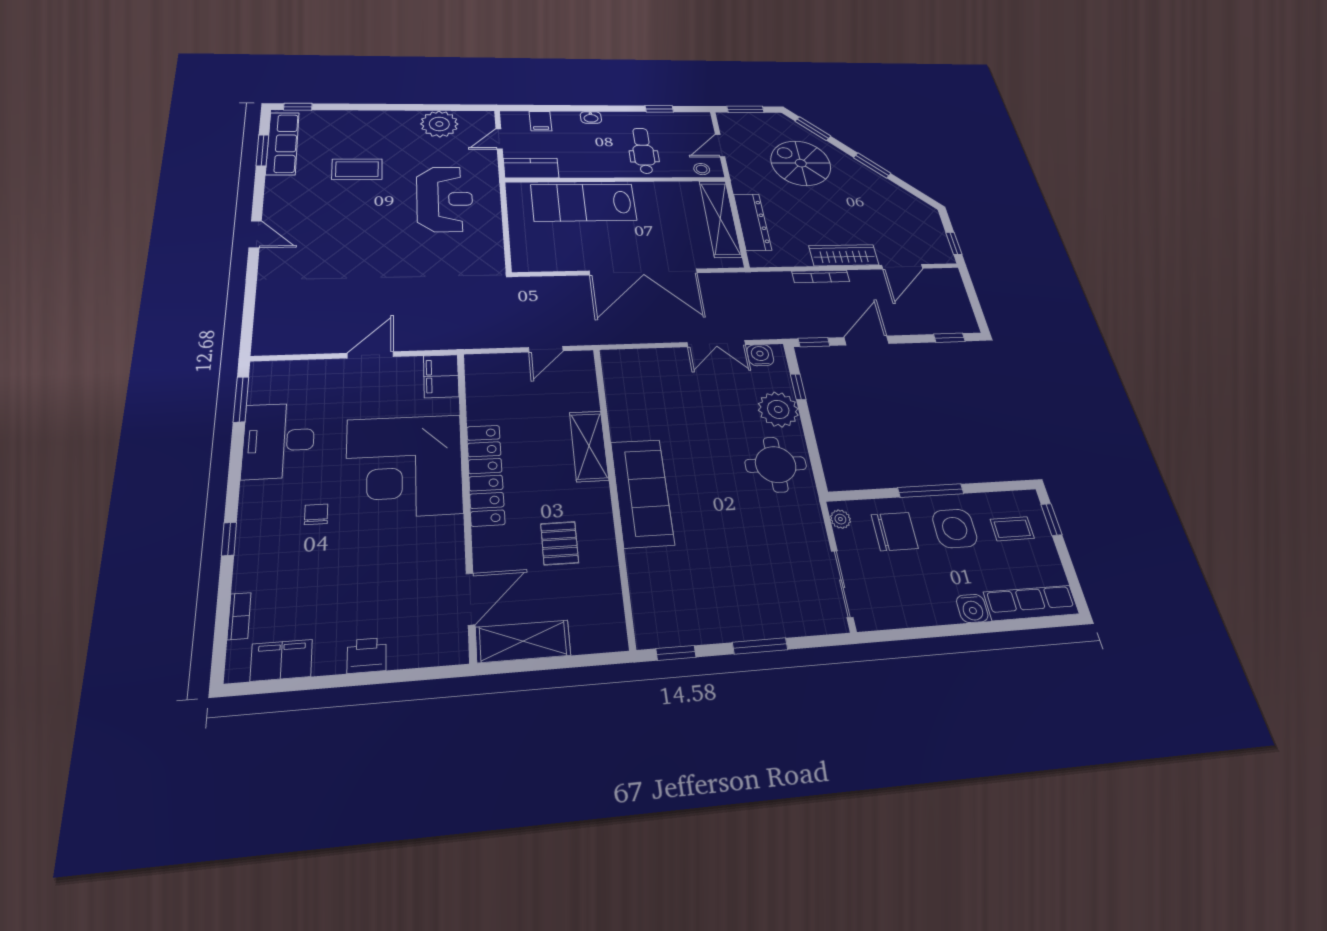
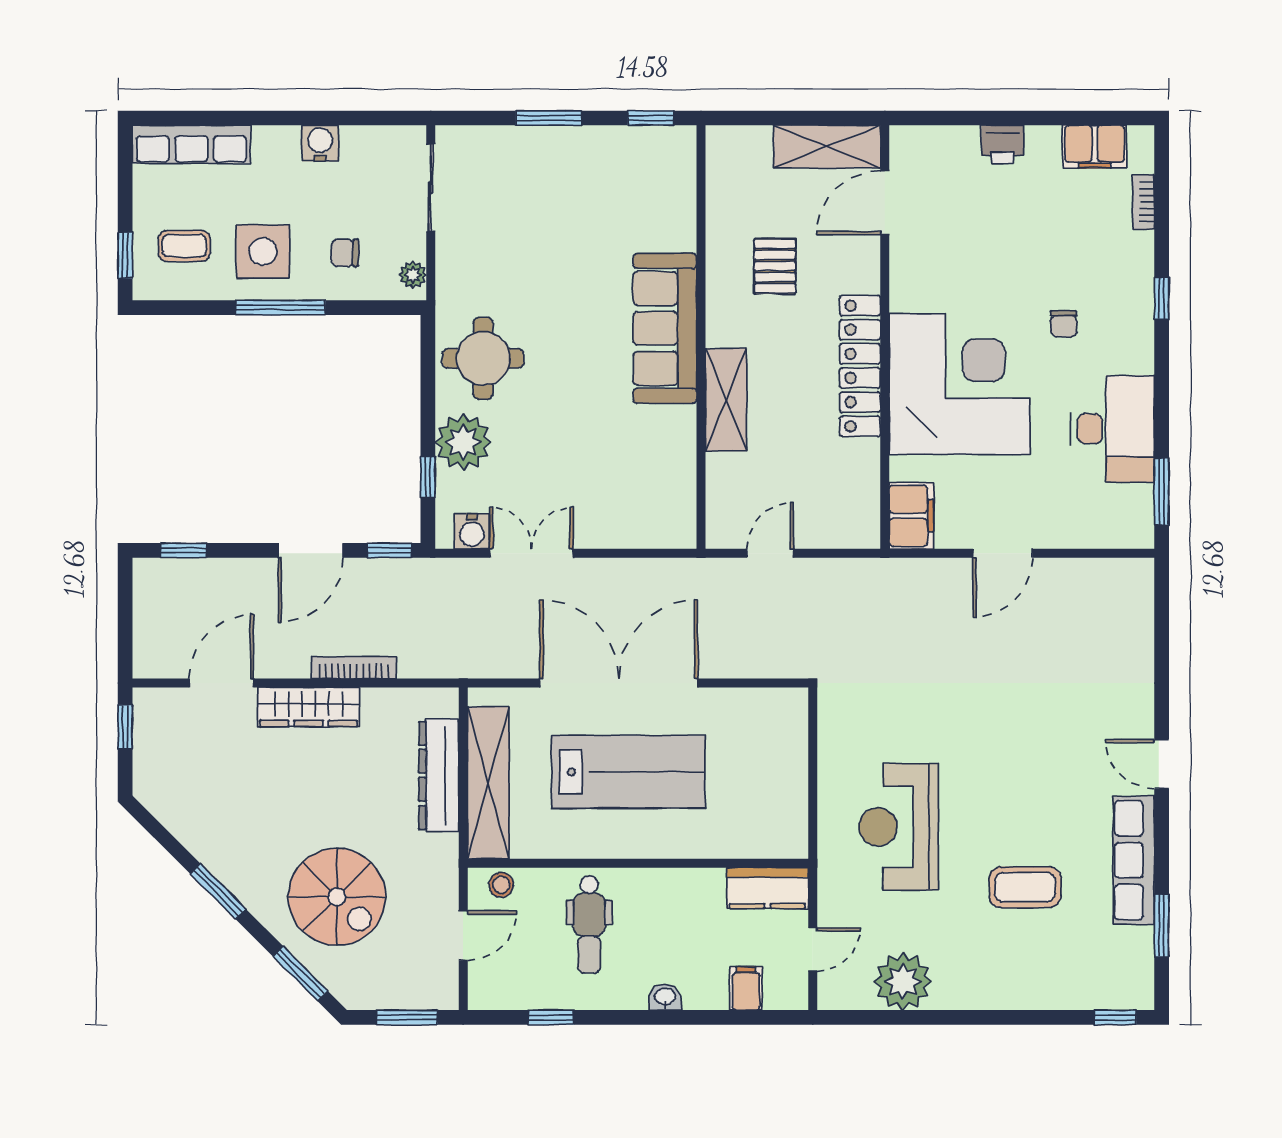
row of seats: (283, 143) -> (1134, 860), moved
lab bench: (584, 202) -> (628, 772), moved
chair: (895, 531) -> (345, 253), width x0.54, depth x0.54
water cooler: (972, 608) -> (320, 143), moved

